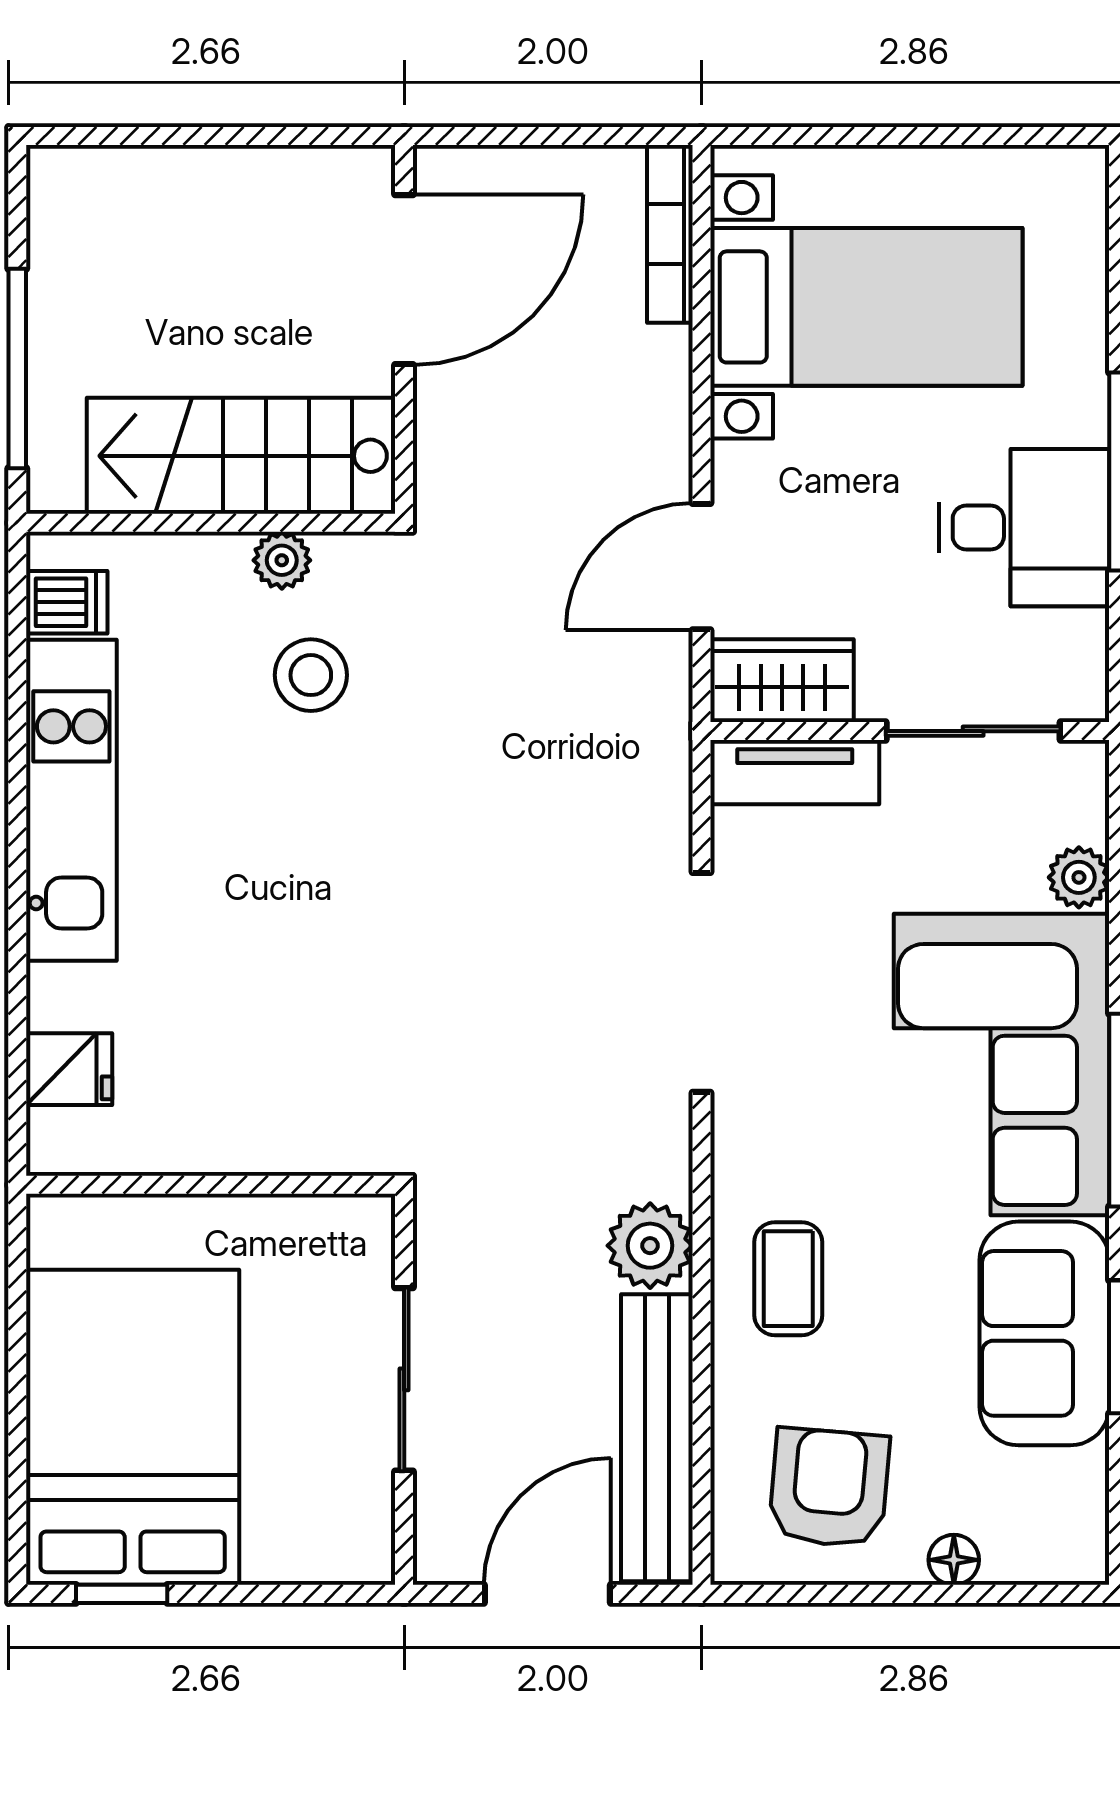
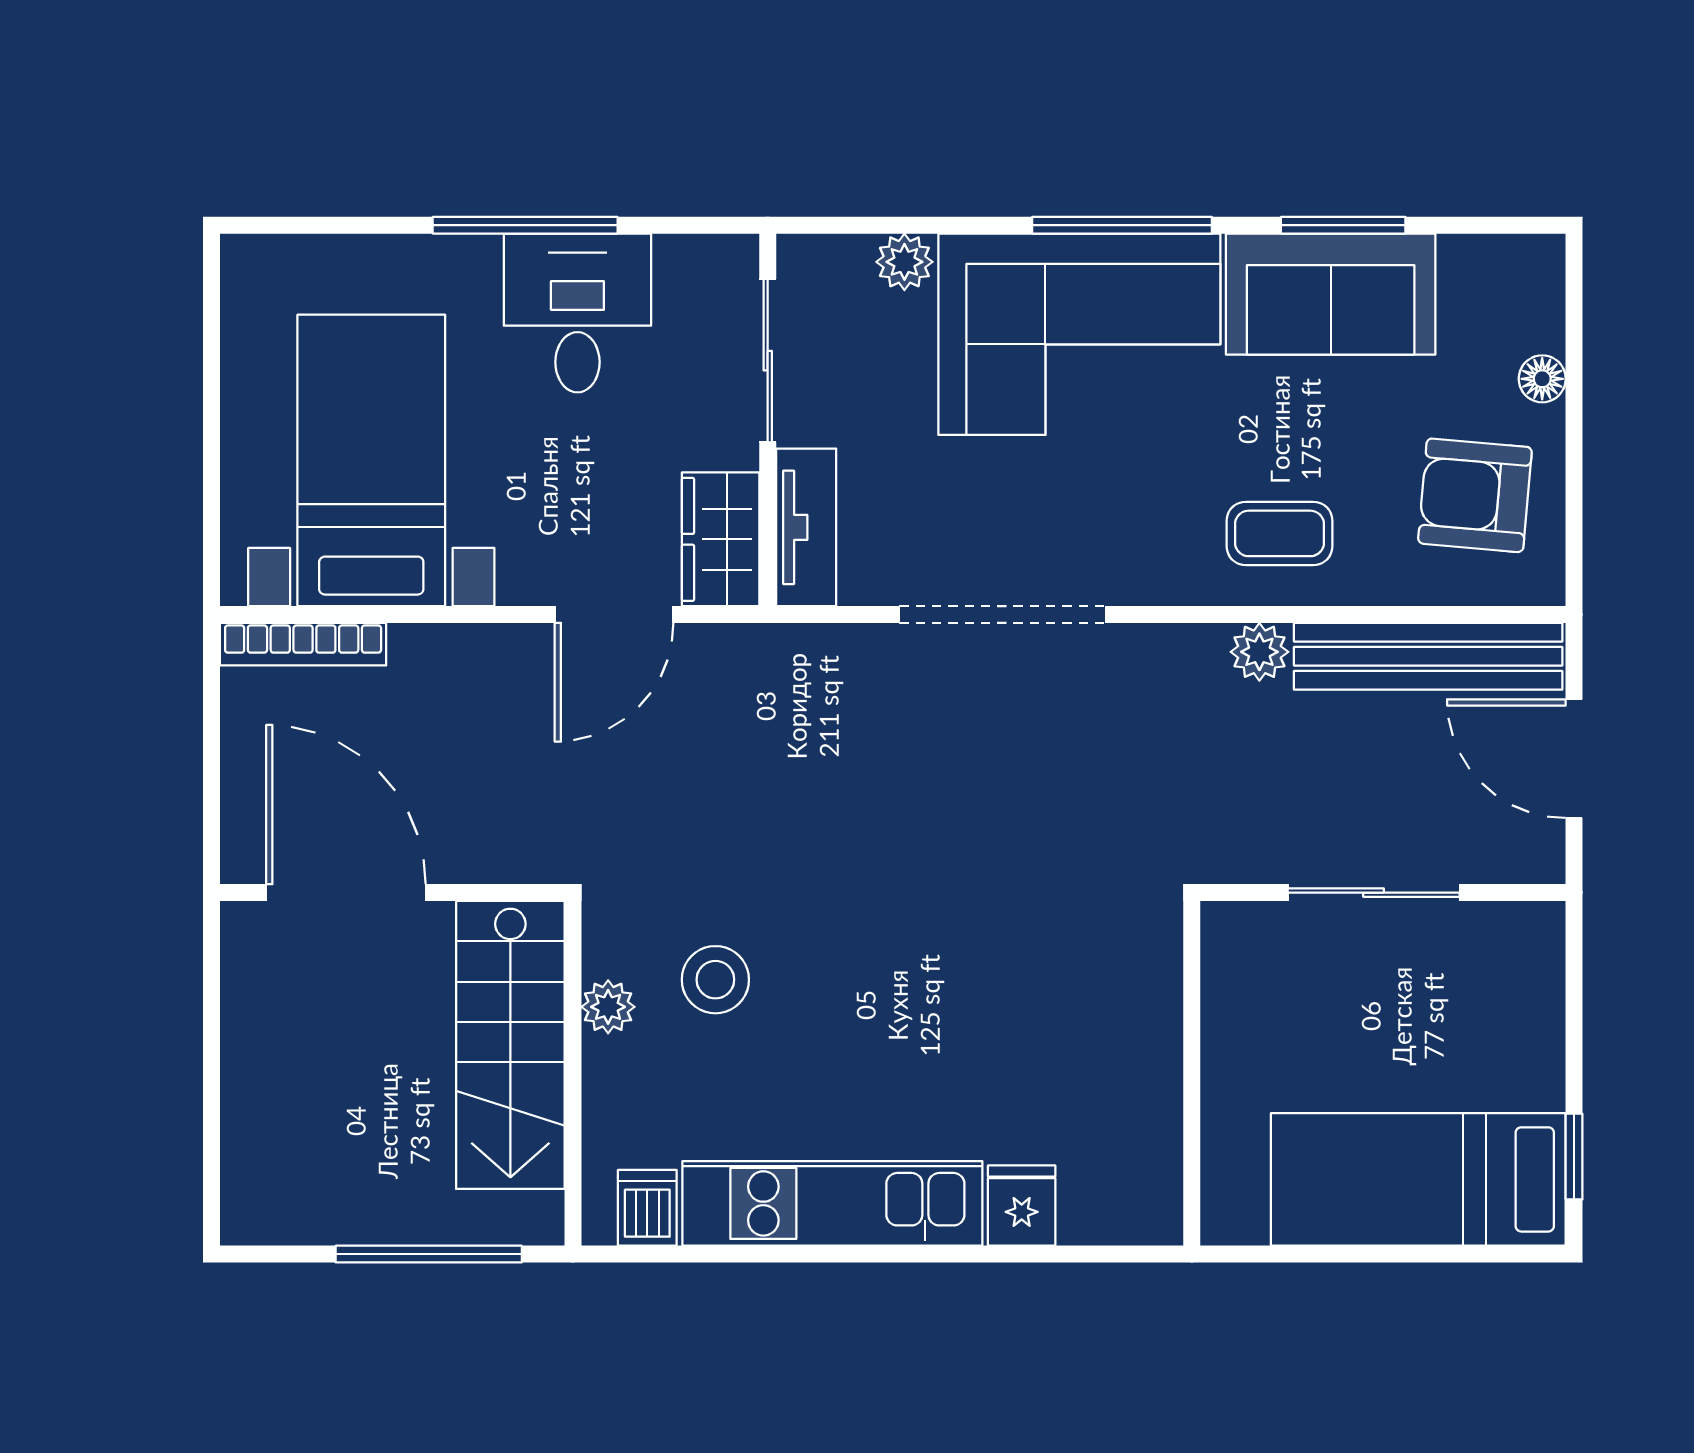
door: (702, 567) -> (614, 615), hinge flipped
fridge: (69, 1069) -> (1022, 1206), moved
plant: (650, 1246) -> (1259, 652), width x0.73, depth x0.73
bed: (133, 1427) -> (1418, 1179), width x0.67

